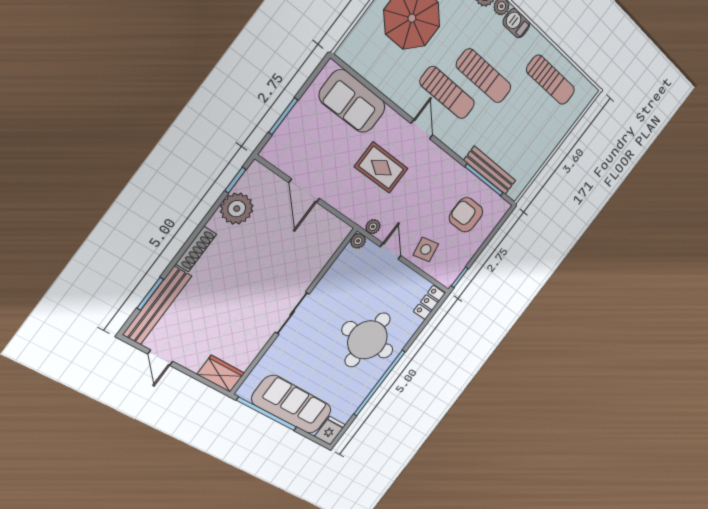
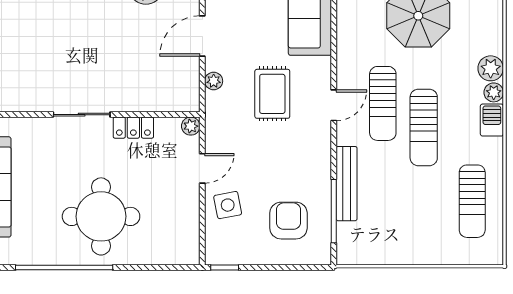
bench: (490, 170) -> (347, 184), moved
plant: (373, 227) -> (214, 81), moved
locker: (429, 302) -> (133, 128), moved, turned 180

